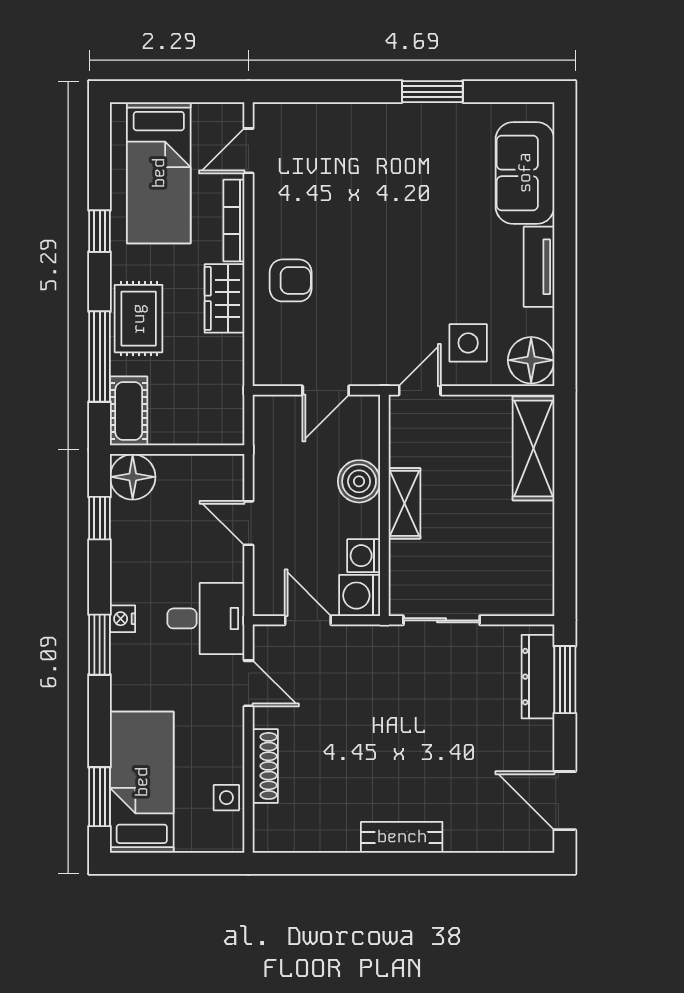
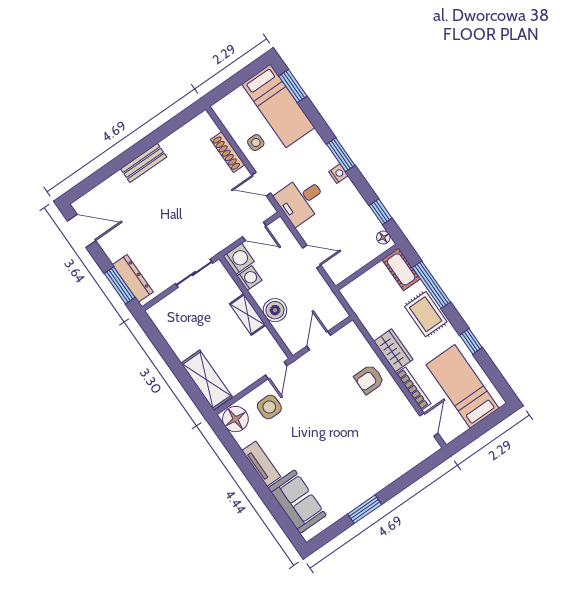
floor lamp: (133, 477) -> (383, 237), width x0.53, depth x0.53
side table: (226, 798) -> (256, 143), moved

